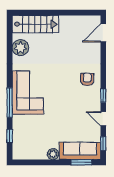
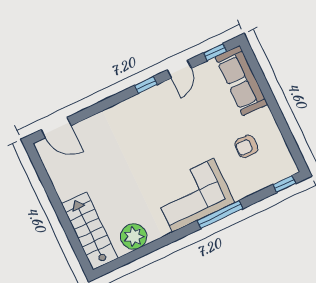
armchair: (87, 79) -> (246, 146), moved
window: (10, 136) -> (284, 184), moved
plant: (53, 154) -> (264, 117), removed
window: (81, 162) -> (257, 71), removed

